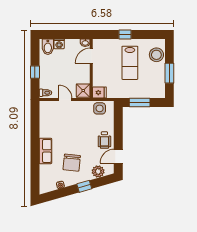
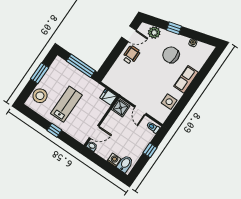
window: (140, 103) -> (81, 66), width x1.44
side table: (100, 108) -> (169, 102), moved
chair: (72, 163) -> (171, 55), turned -96

